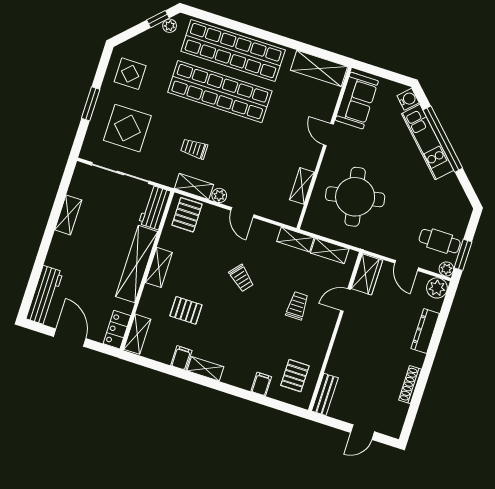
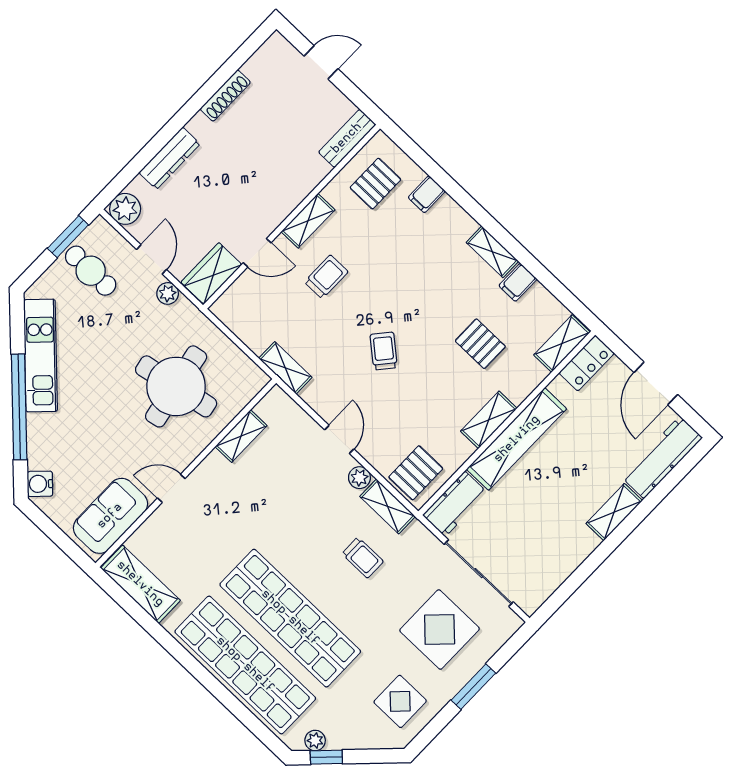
door: (328, 135) -> (171, 488), swing flipped
kitchen unit: (428, 142) -> (41, 356), moved
shelving: (68, 215) -> (614, 512), moved
shelving: (330, 251) -> (308, 221), moved, turned 90
plant: (446, 269) -> (168, 293), moved
trolley: (297, 306) -> (326, 277), turned 180

